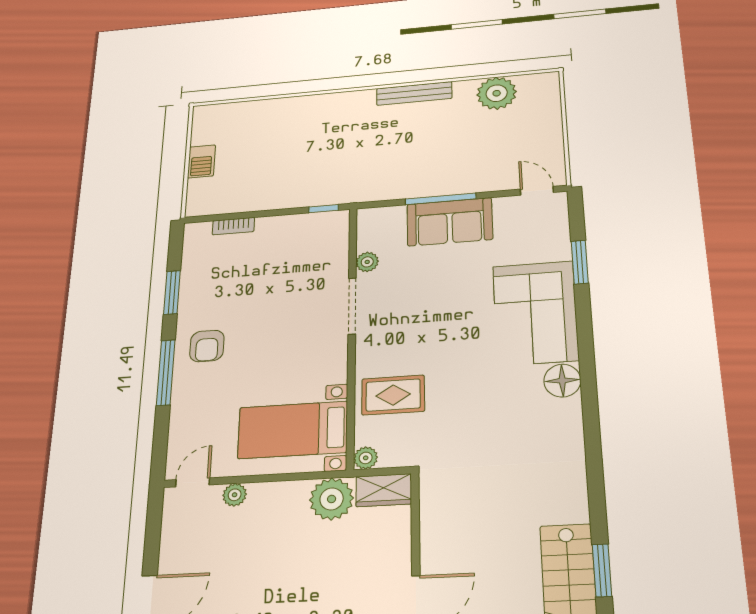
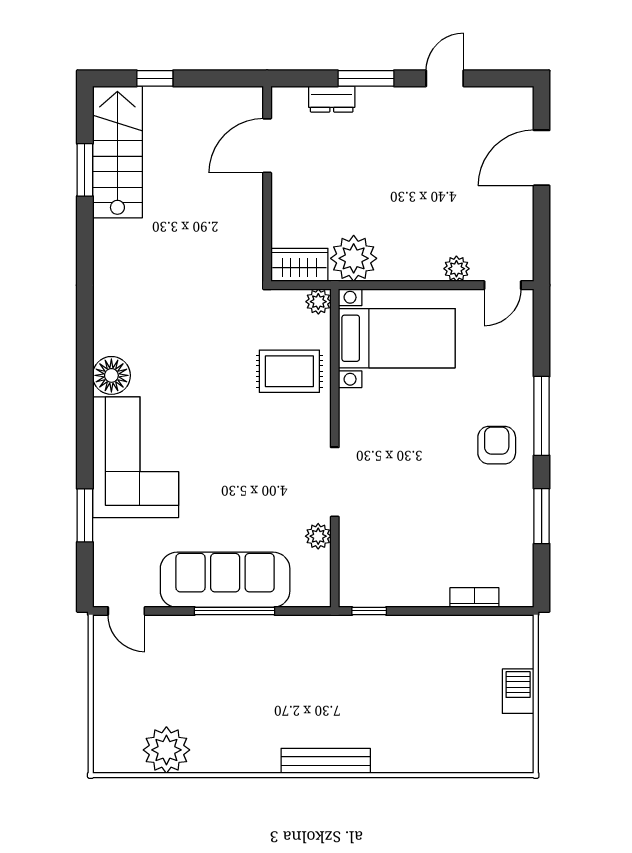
bench: (414, 93) -> (326, 761), moved
sofa: (450, 222) -> (225, 580), width x1.36

